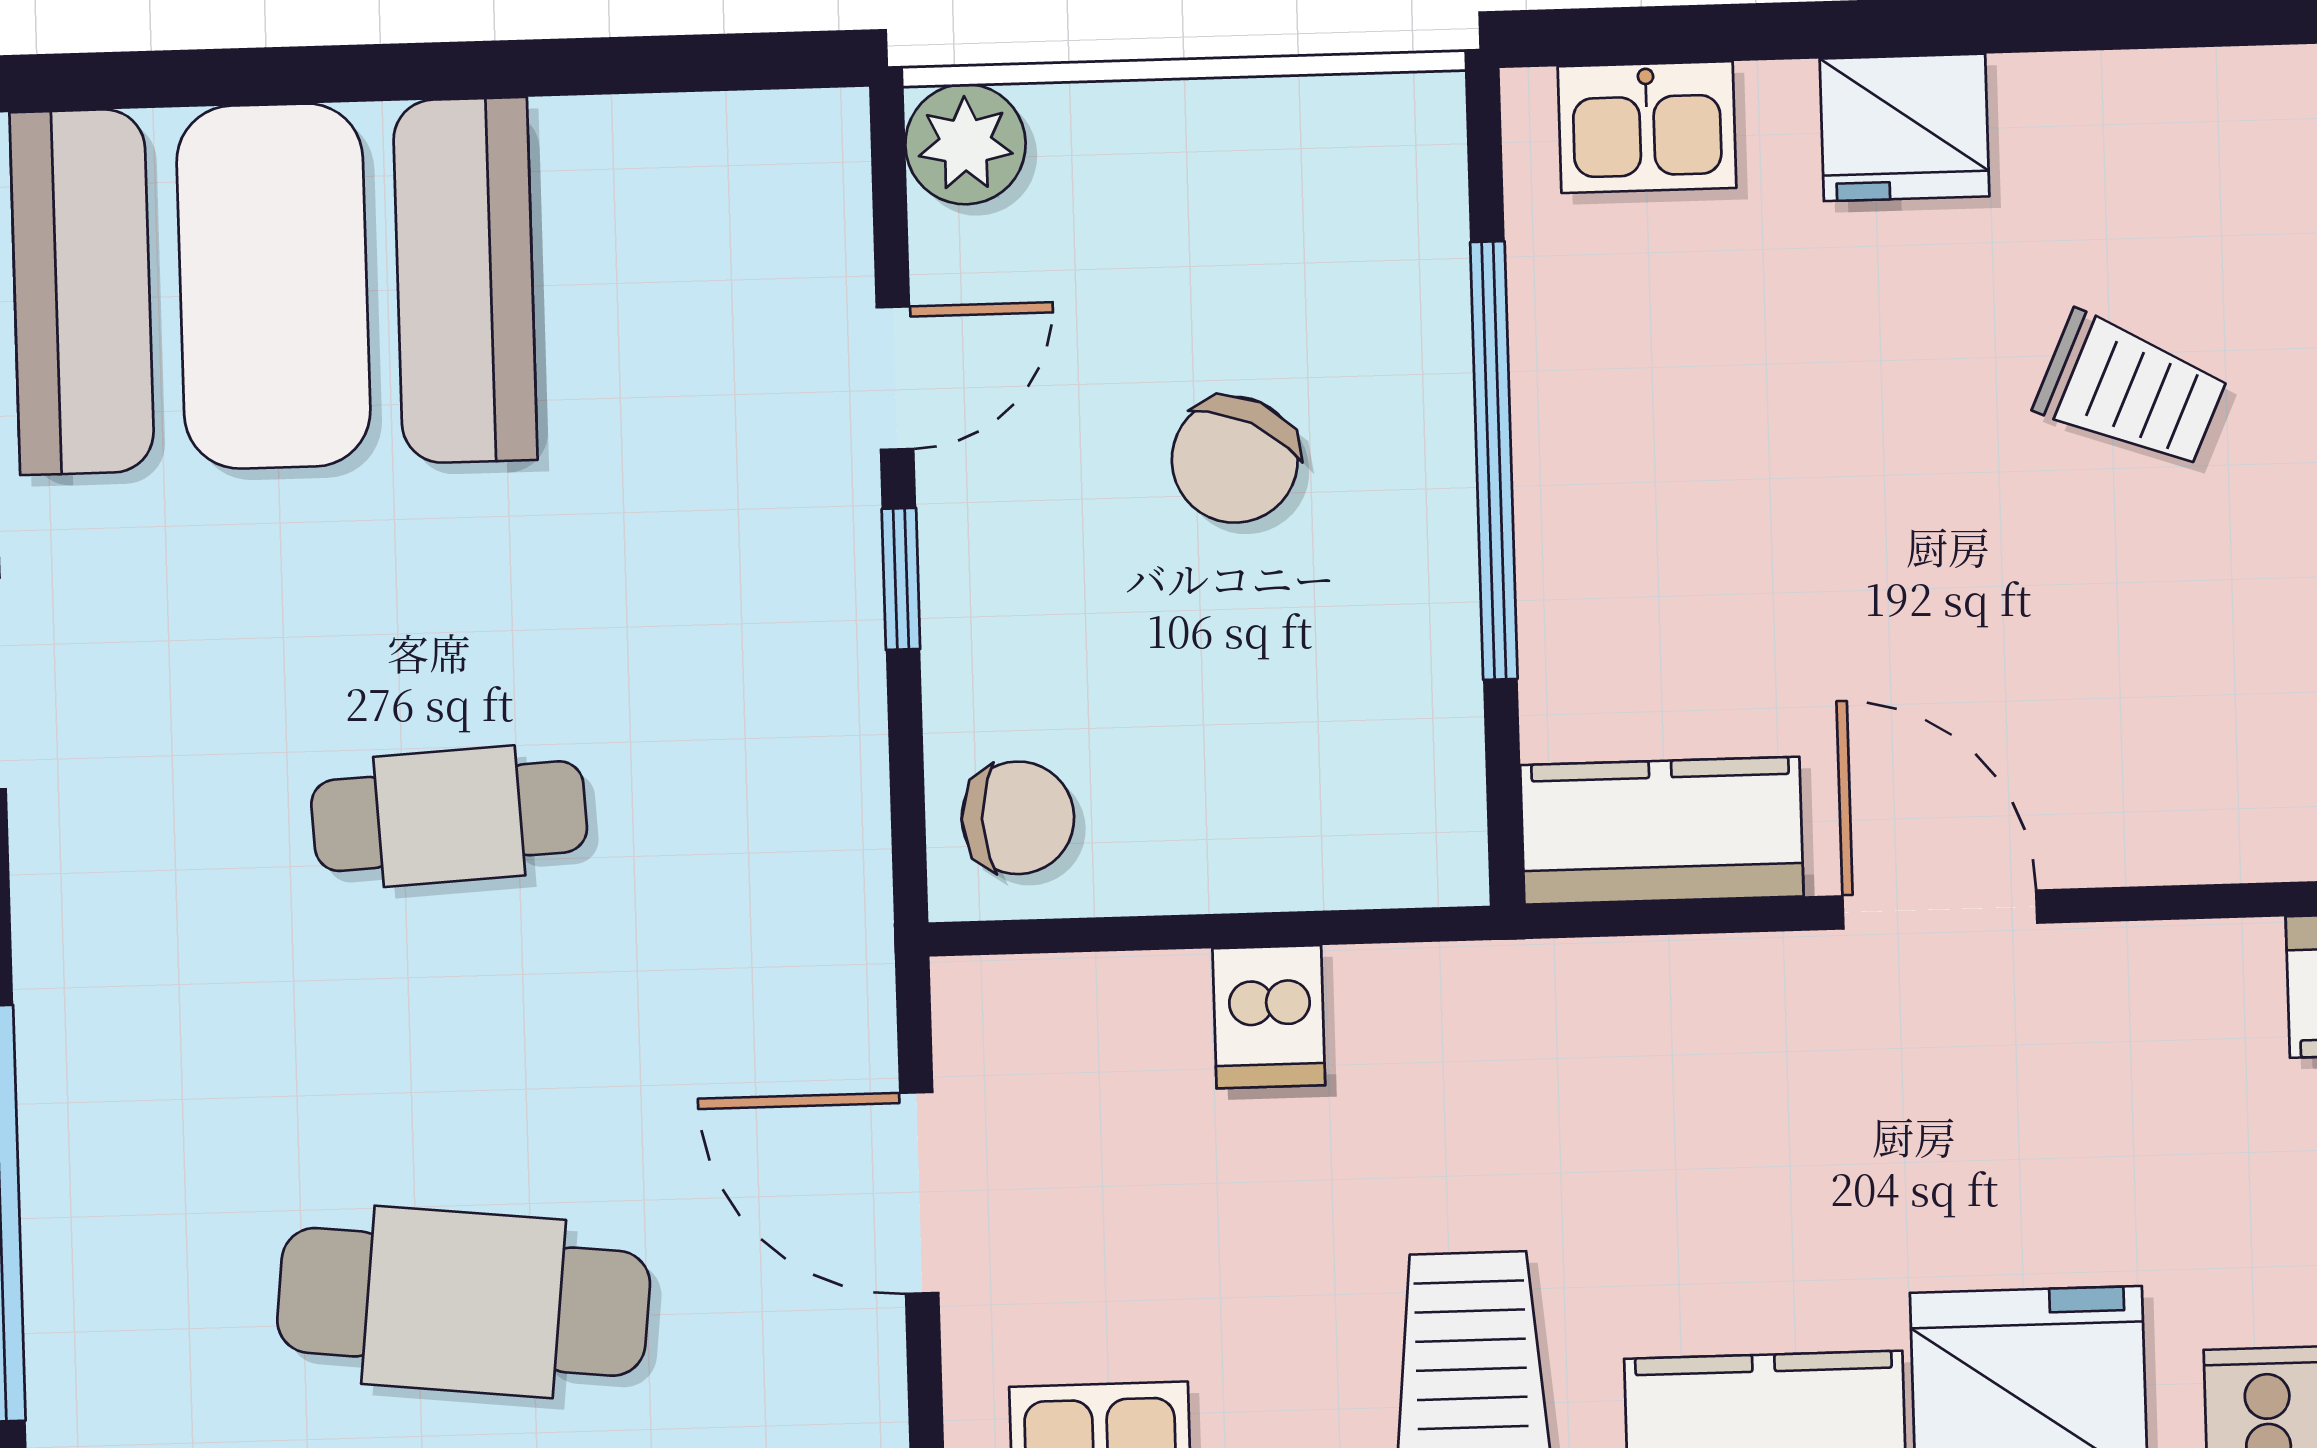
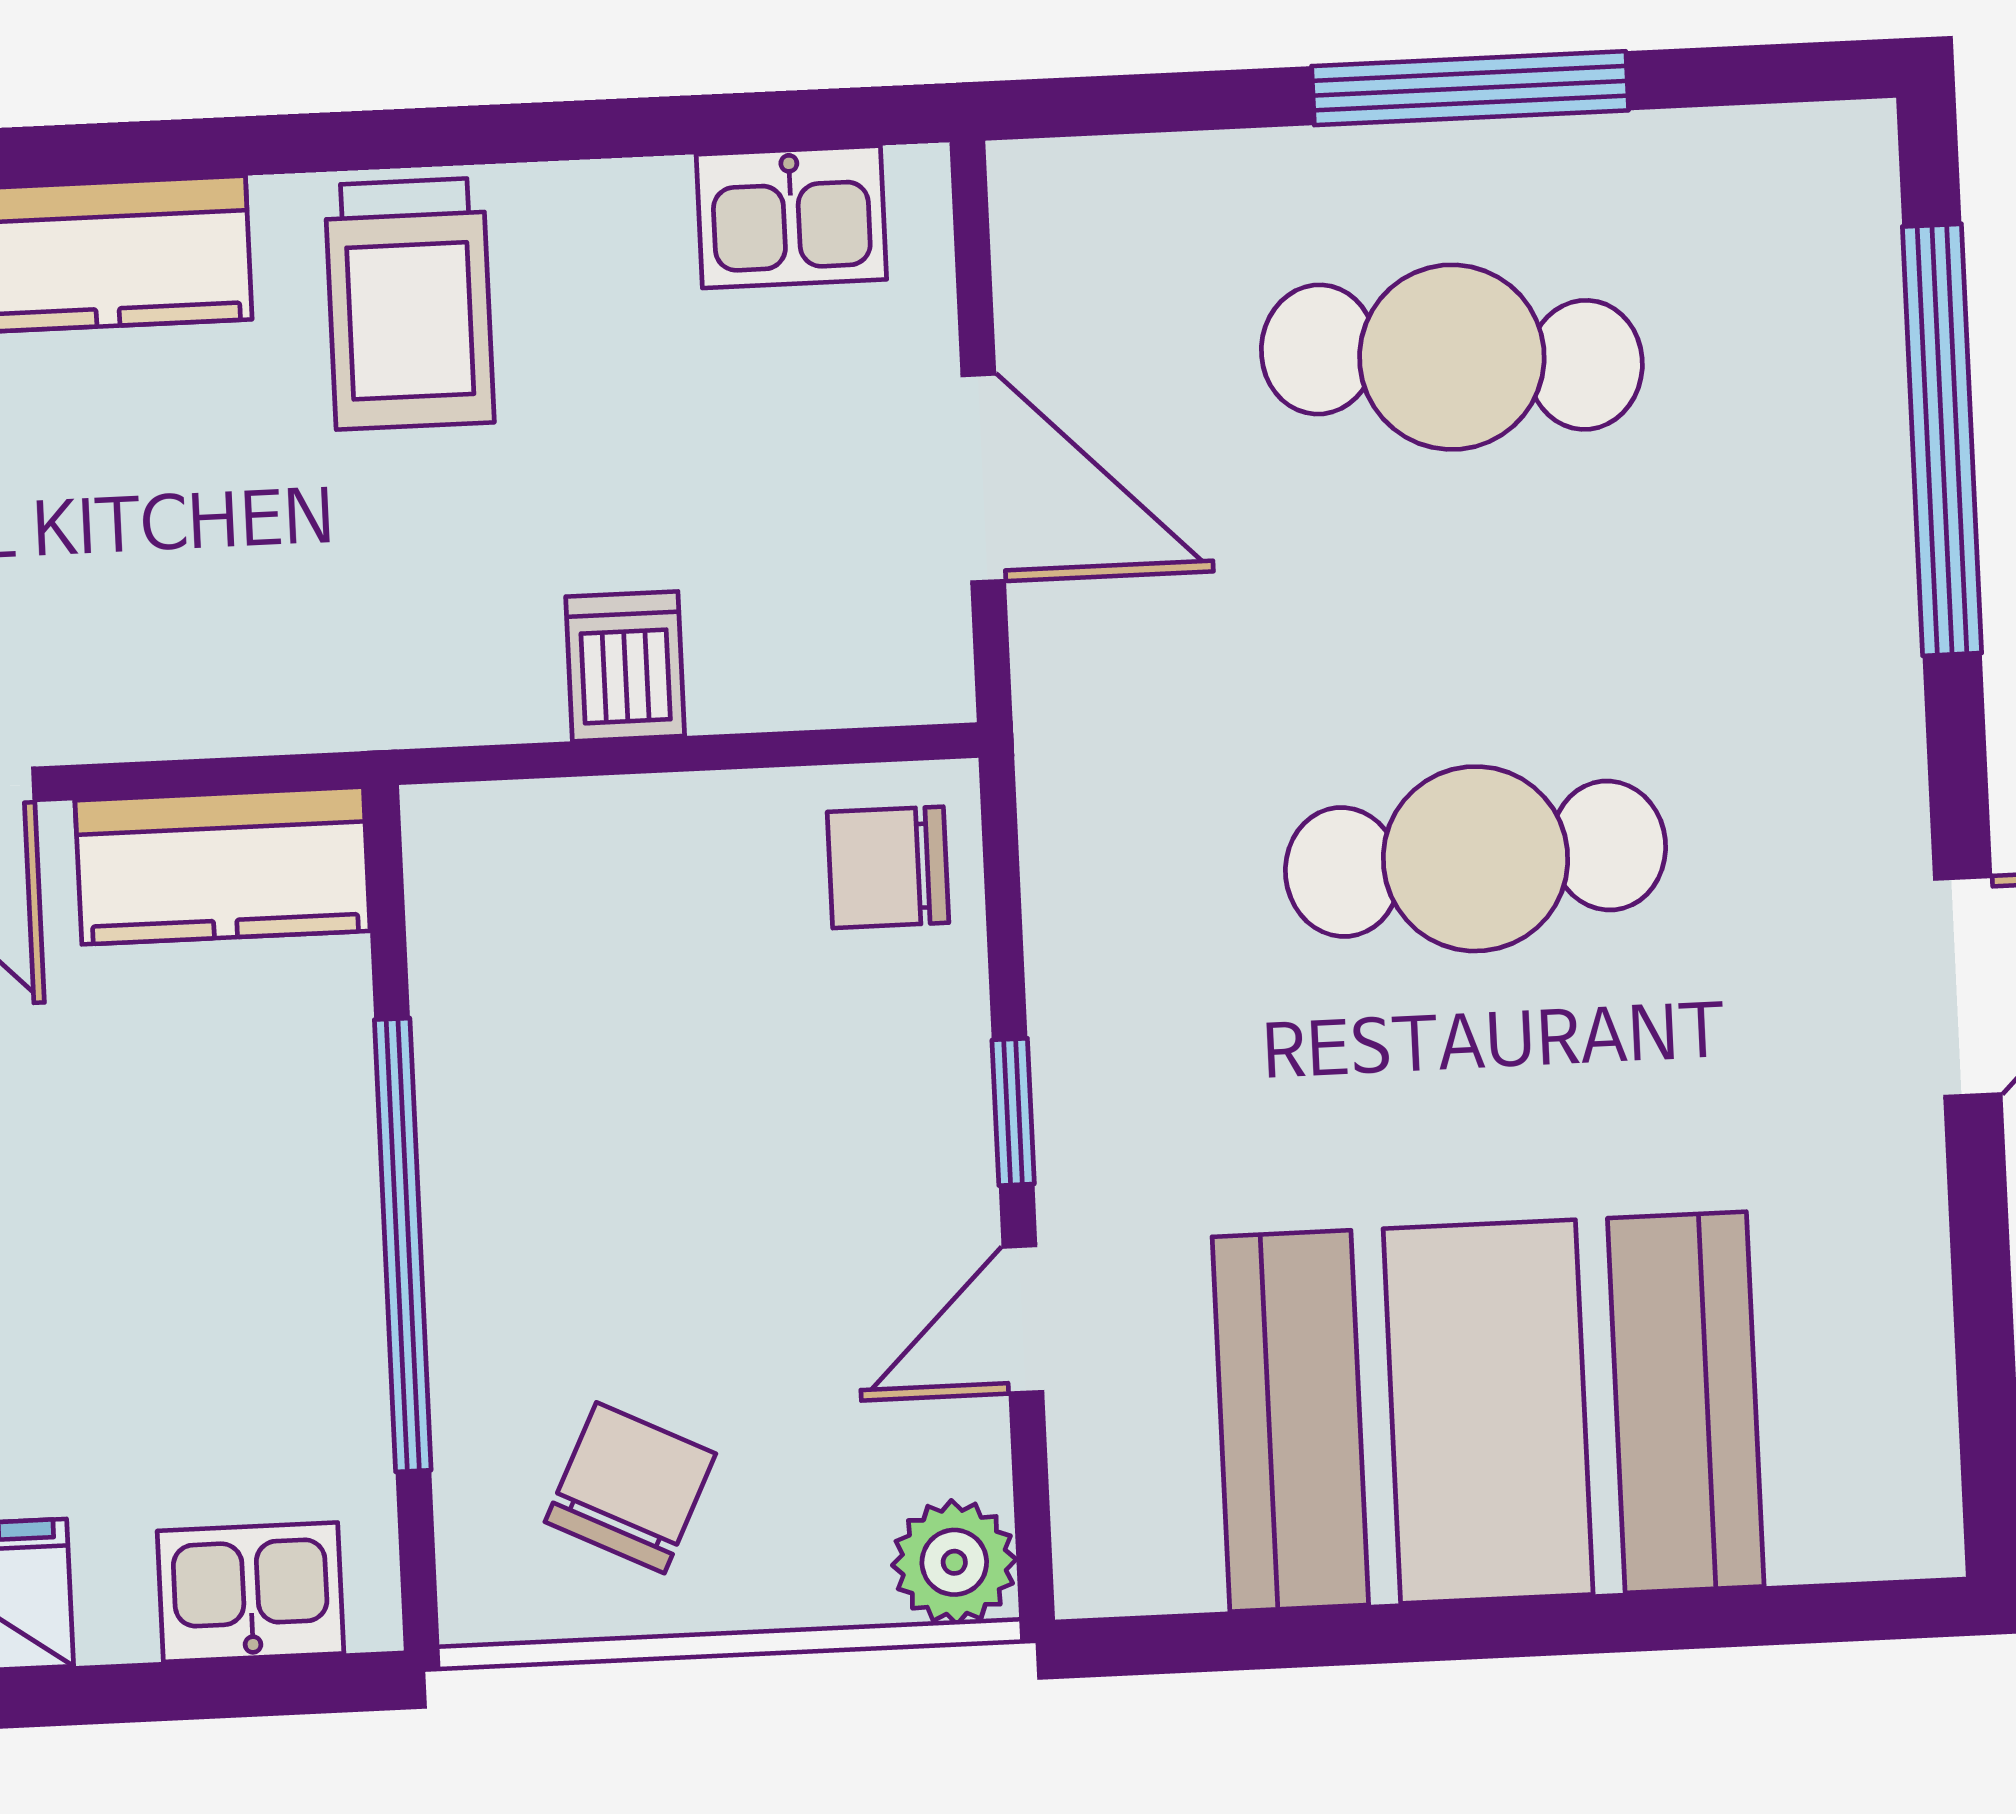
booth: (274, 286) -> (1488, 1412), moved
chair: (1235, 460) -> (630, 1488), moved
cafe table: (449, 816) -> (1476, 859), width x1.37, depth x1.35

